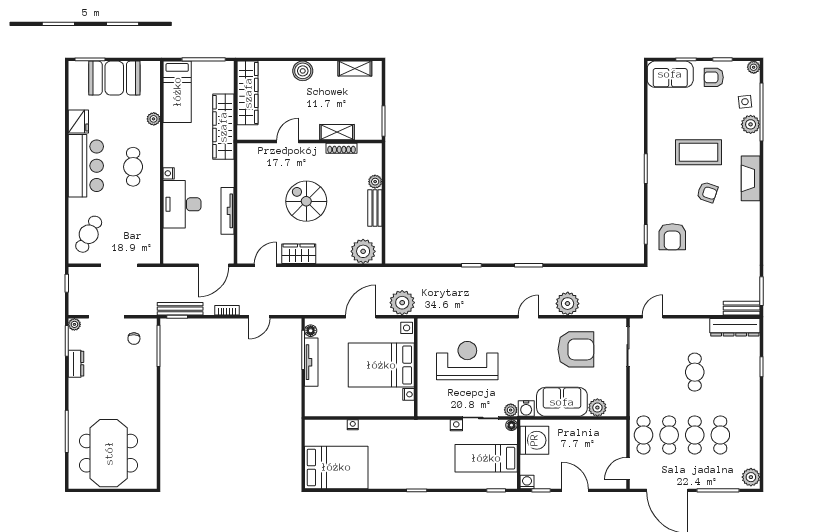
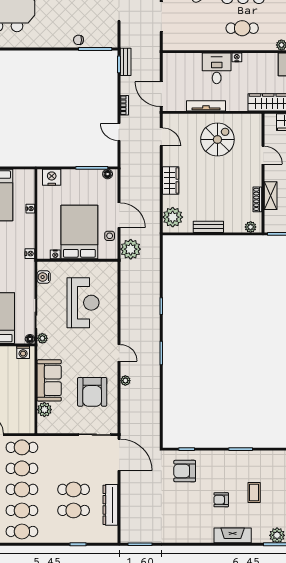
coffee table: (698, 152) -> (254, 493), width x0.54, depth x0.58
plant: (375, 182) -> (251, 227), moved
armchair: (707, 192) -> (221, 500), turned 71
spiral stairs: (306, 201) -> (217, 140), moved
desk: (182, 204) -> (217, 68), width x0.73
wardrobe: (299, 254) -> (171, 180), moved
plant: (568, 304) -> (125, 381), width x0.53, depth x0.53
bench: (742, 308) -> (126, 528), removed
bench: (180, 309) -> (126, 62), width x0.73
door: (653, 317) -> (119, 455), width x1.88
dresser: (735, 327) -> (110, 505), moved
side table: (407, 328) -> (110, 236), moved
chair: (134, 339) -> (78, 40), moved
tv unit: (311, 362) -> (82, 175), removed
cafe table: (720, 372) -> (74, 510), added
nightstand: (315, 399) -> (52, 177), added
water cooler: (526, 409) -> (44, 277), moved
nightstand: (456, 425) -> (30, 254), moved
cafe table: (746, 435) -> (22, 531), added
washing machine: (534, 440) -> (23, 352), width x0.53, depth x0.53

